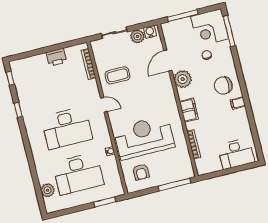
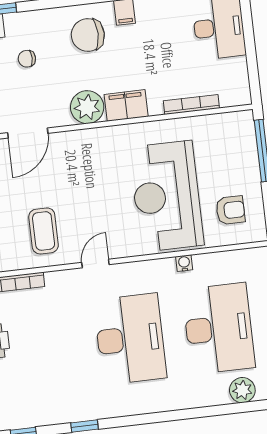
door: (168, 61) -> (28, 133), hinge flipped
plant: (183, 79) -> (87, 107), moved
chair: (223, 85) -> (88, 35), turned 90

